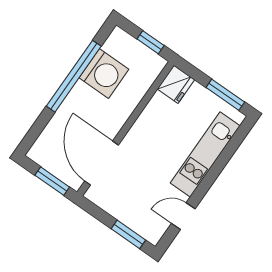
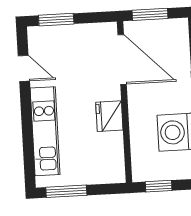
fridge: (176, 84) -> (109, 116), moved
door: (183, 216) -> (24, 68), hinge flipped

